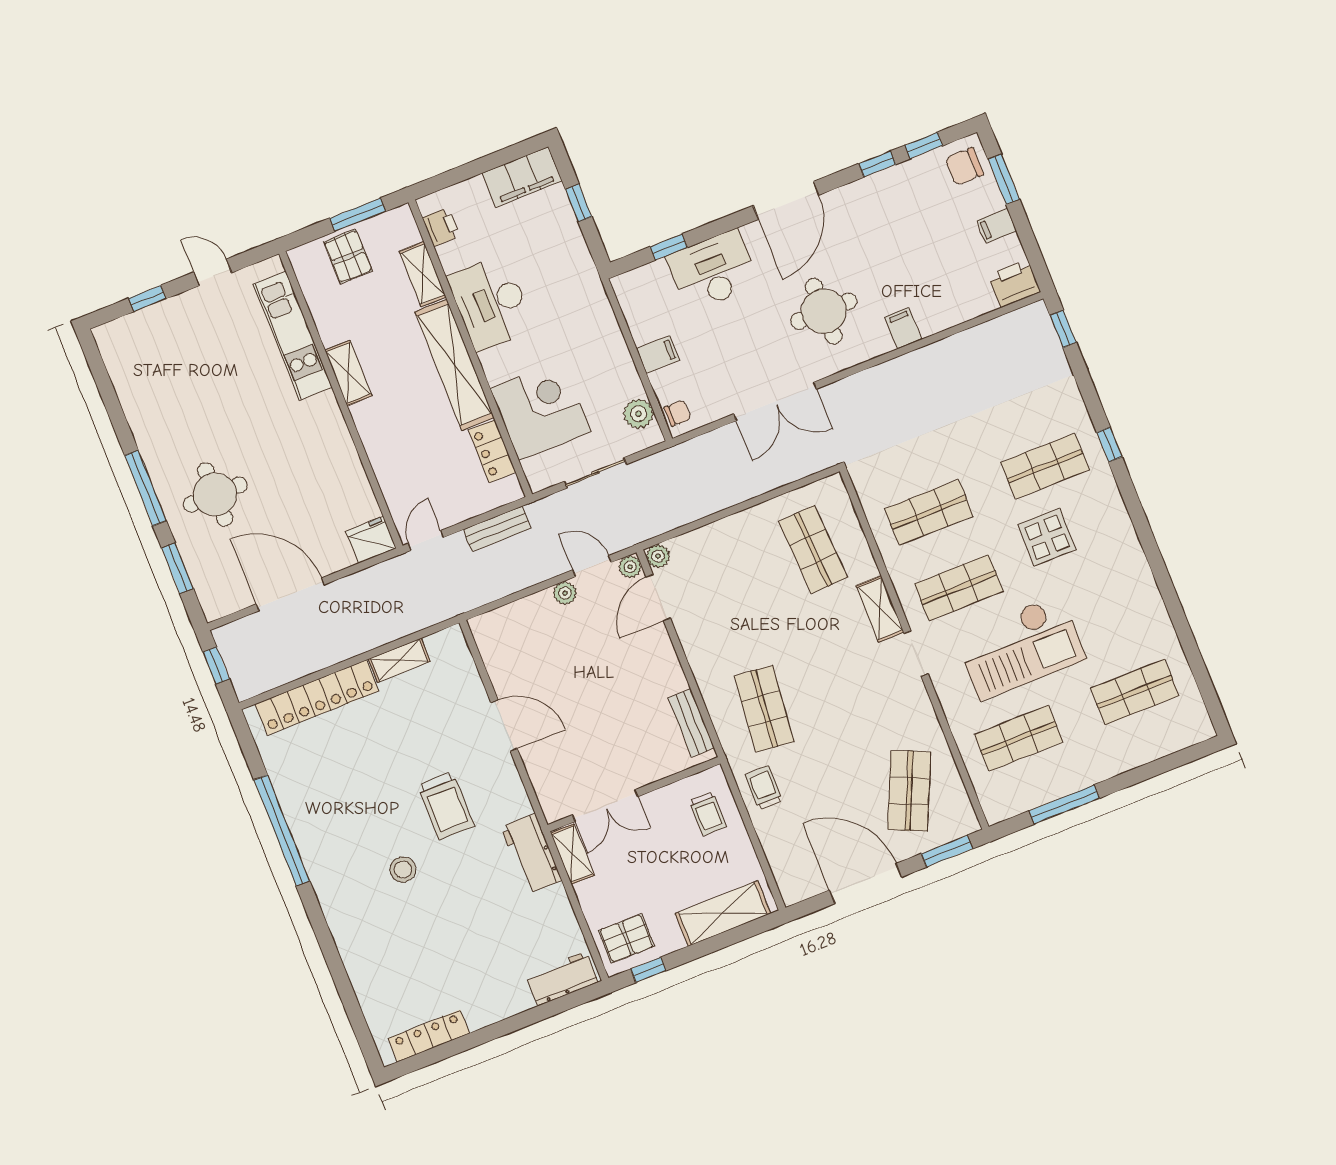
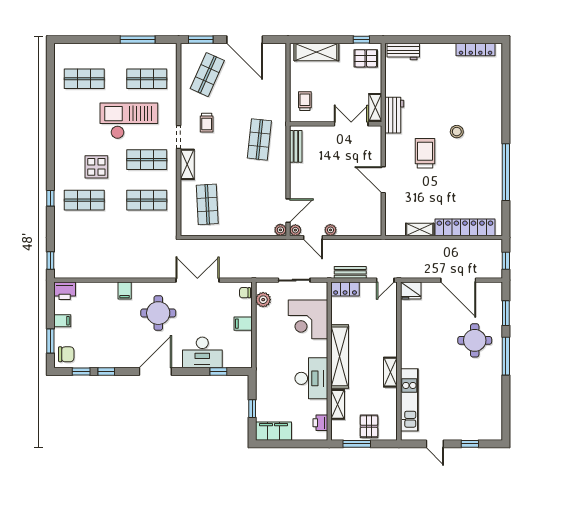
locker: (492, 451) -> (345, 289), moved, turned 90
trolley: (764, 788) -> (207, 123), moved

